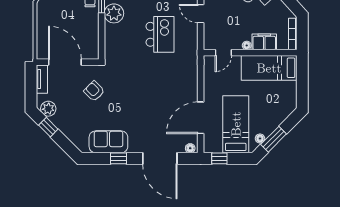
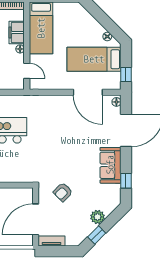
plant: (48, 109) -> (98, 217), moved
window: (274, 139) -> (108, 24), removed
sofa: (108, 142) -> (110, 165), moved
window: (119, 158) -> (126, 181), moved

